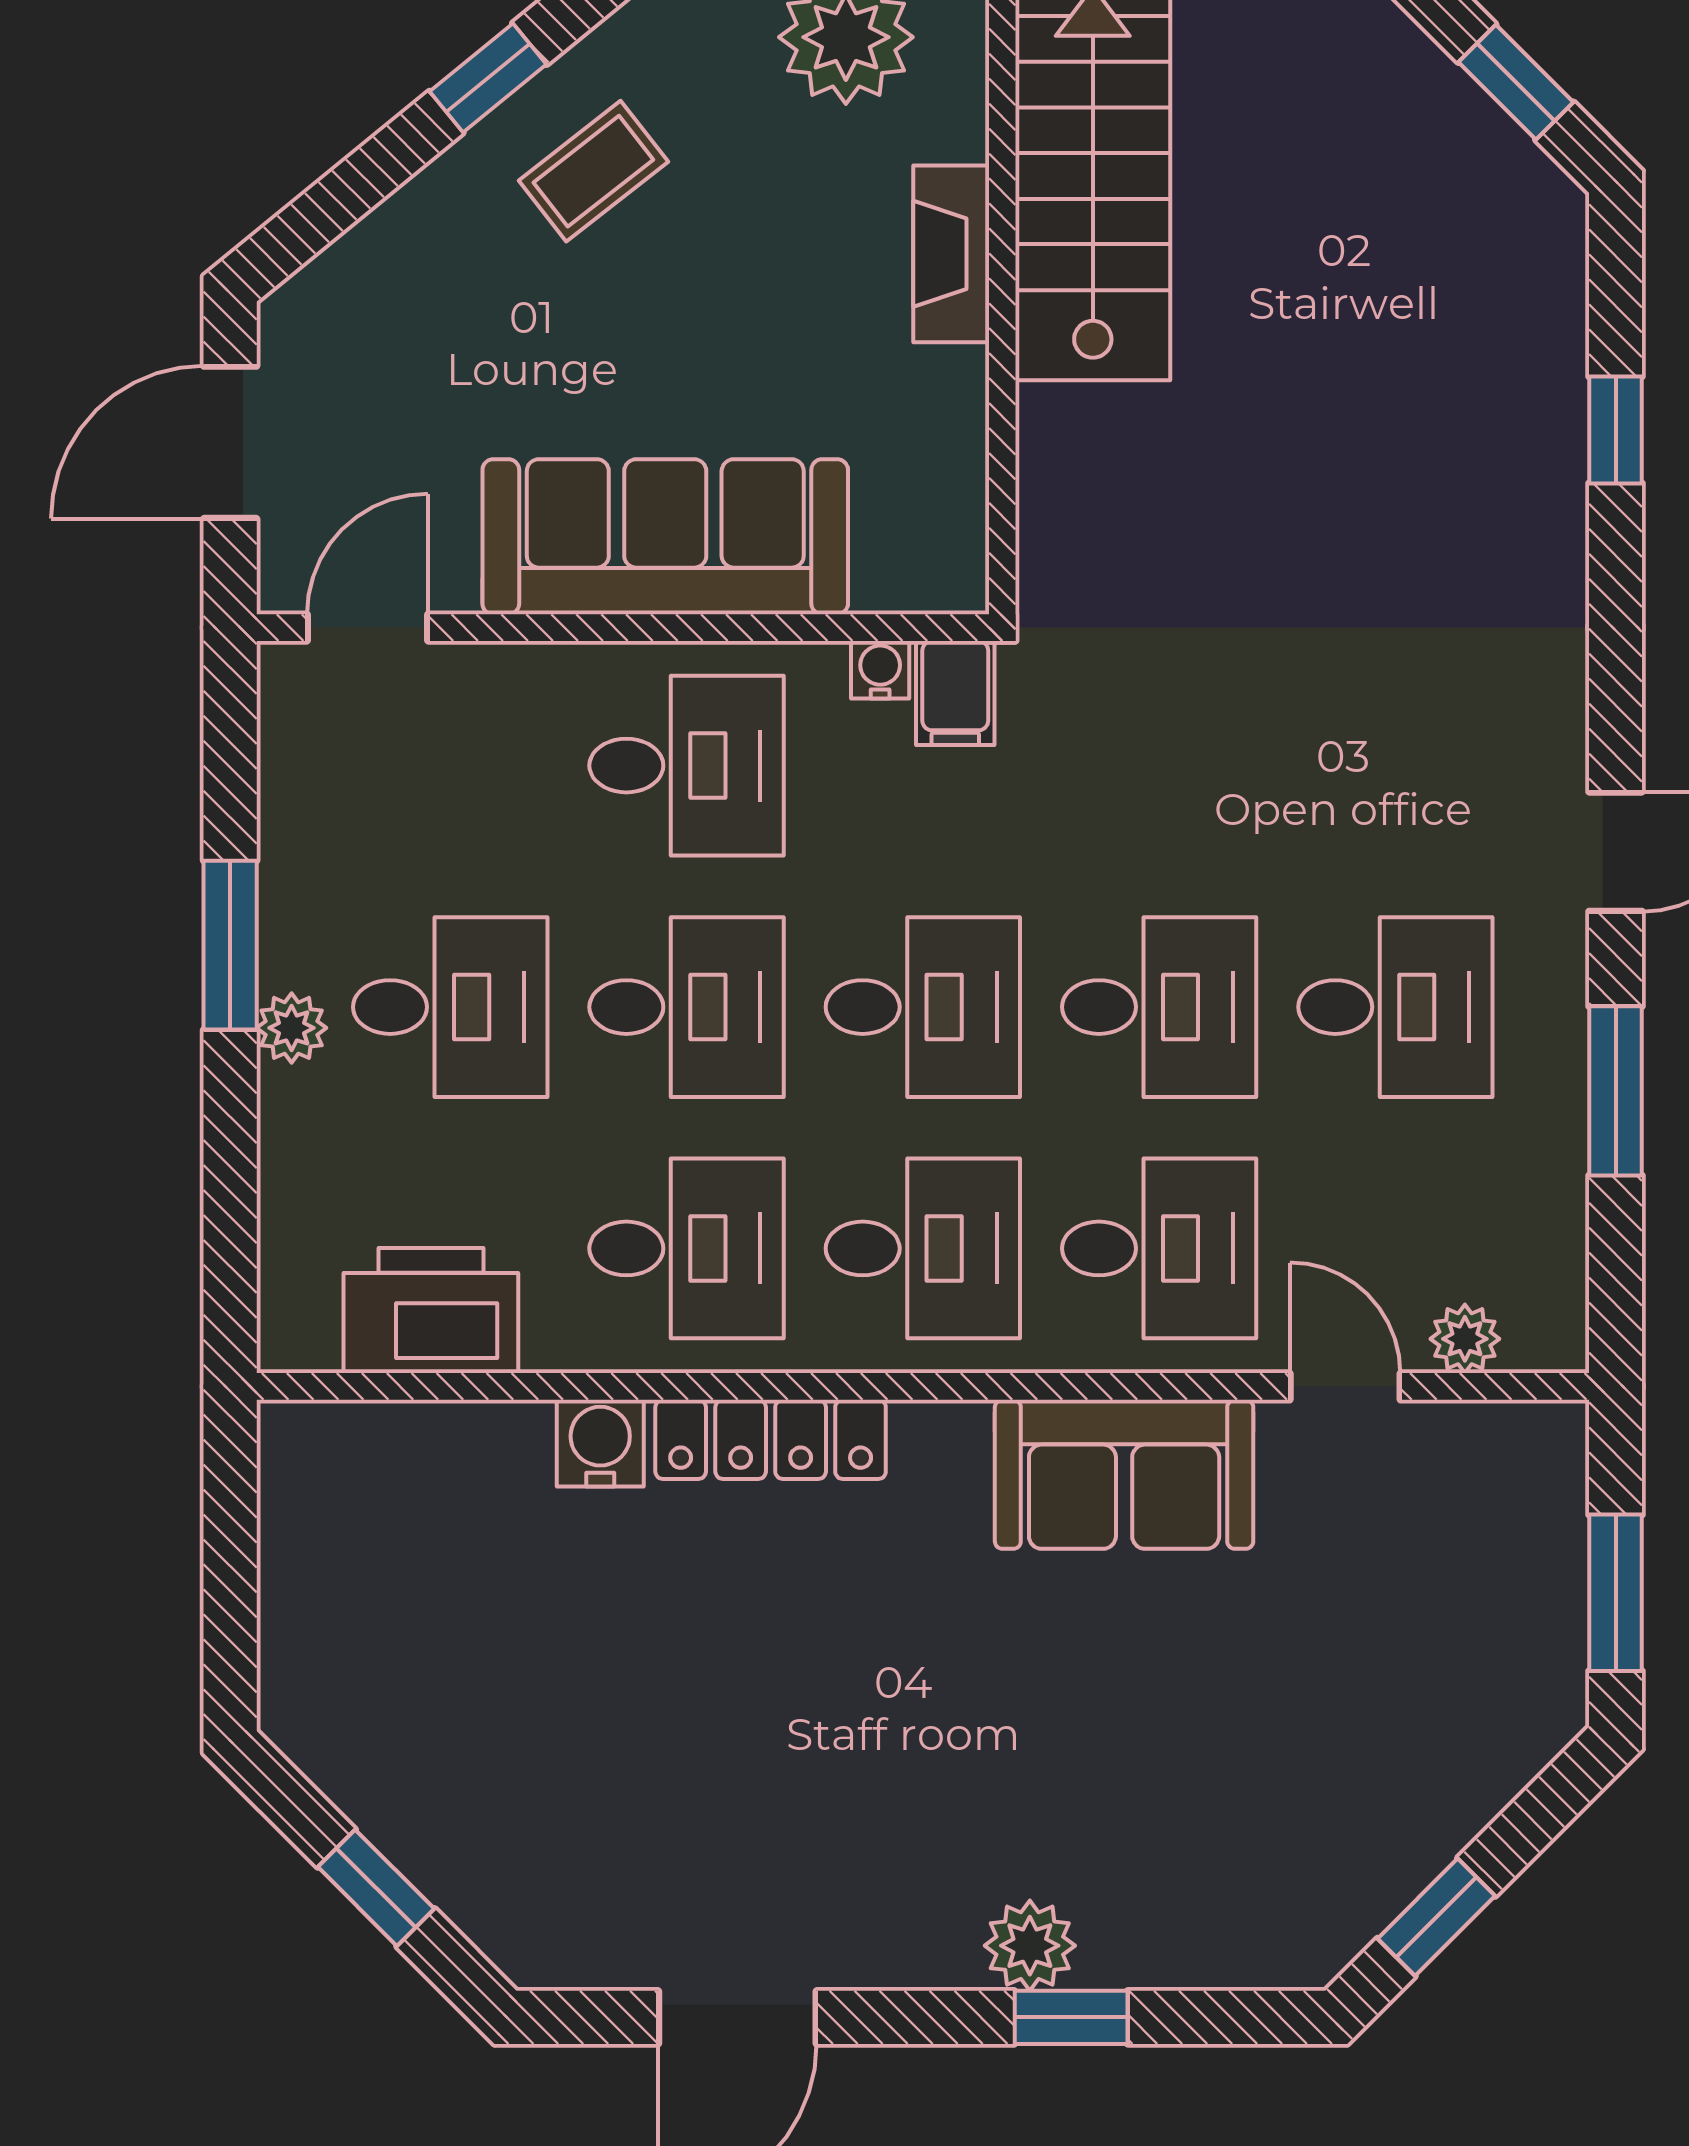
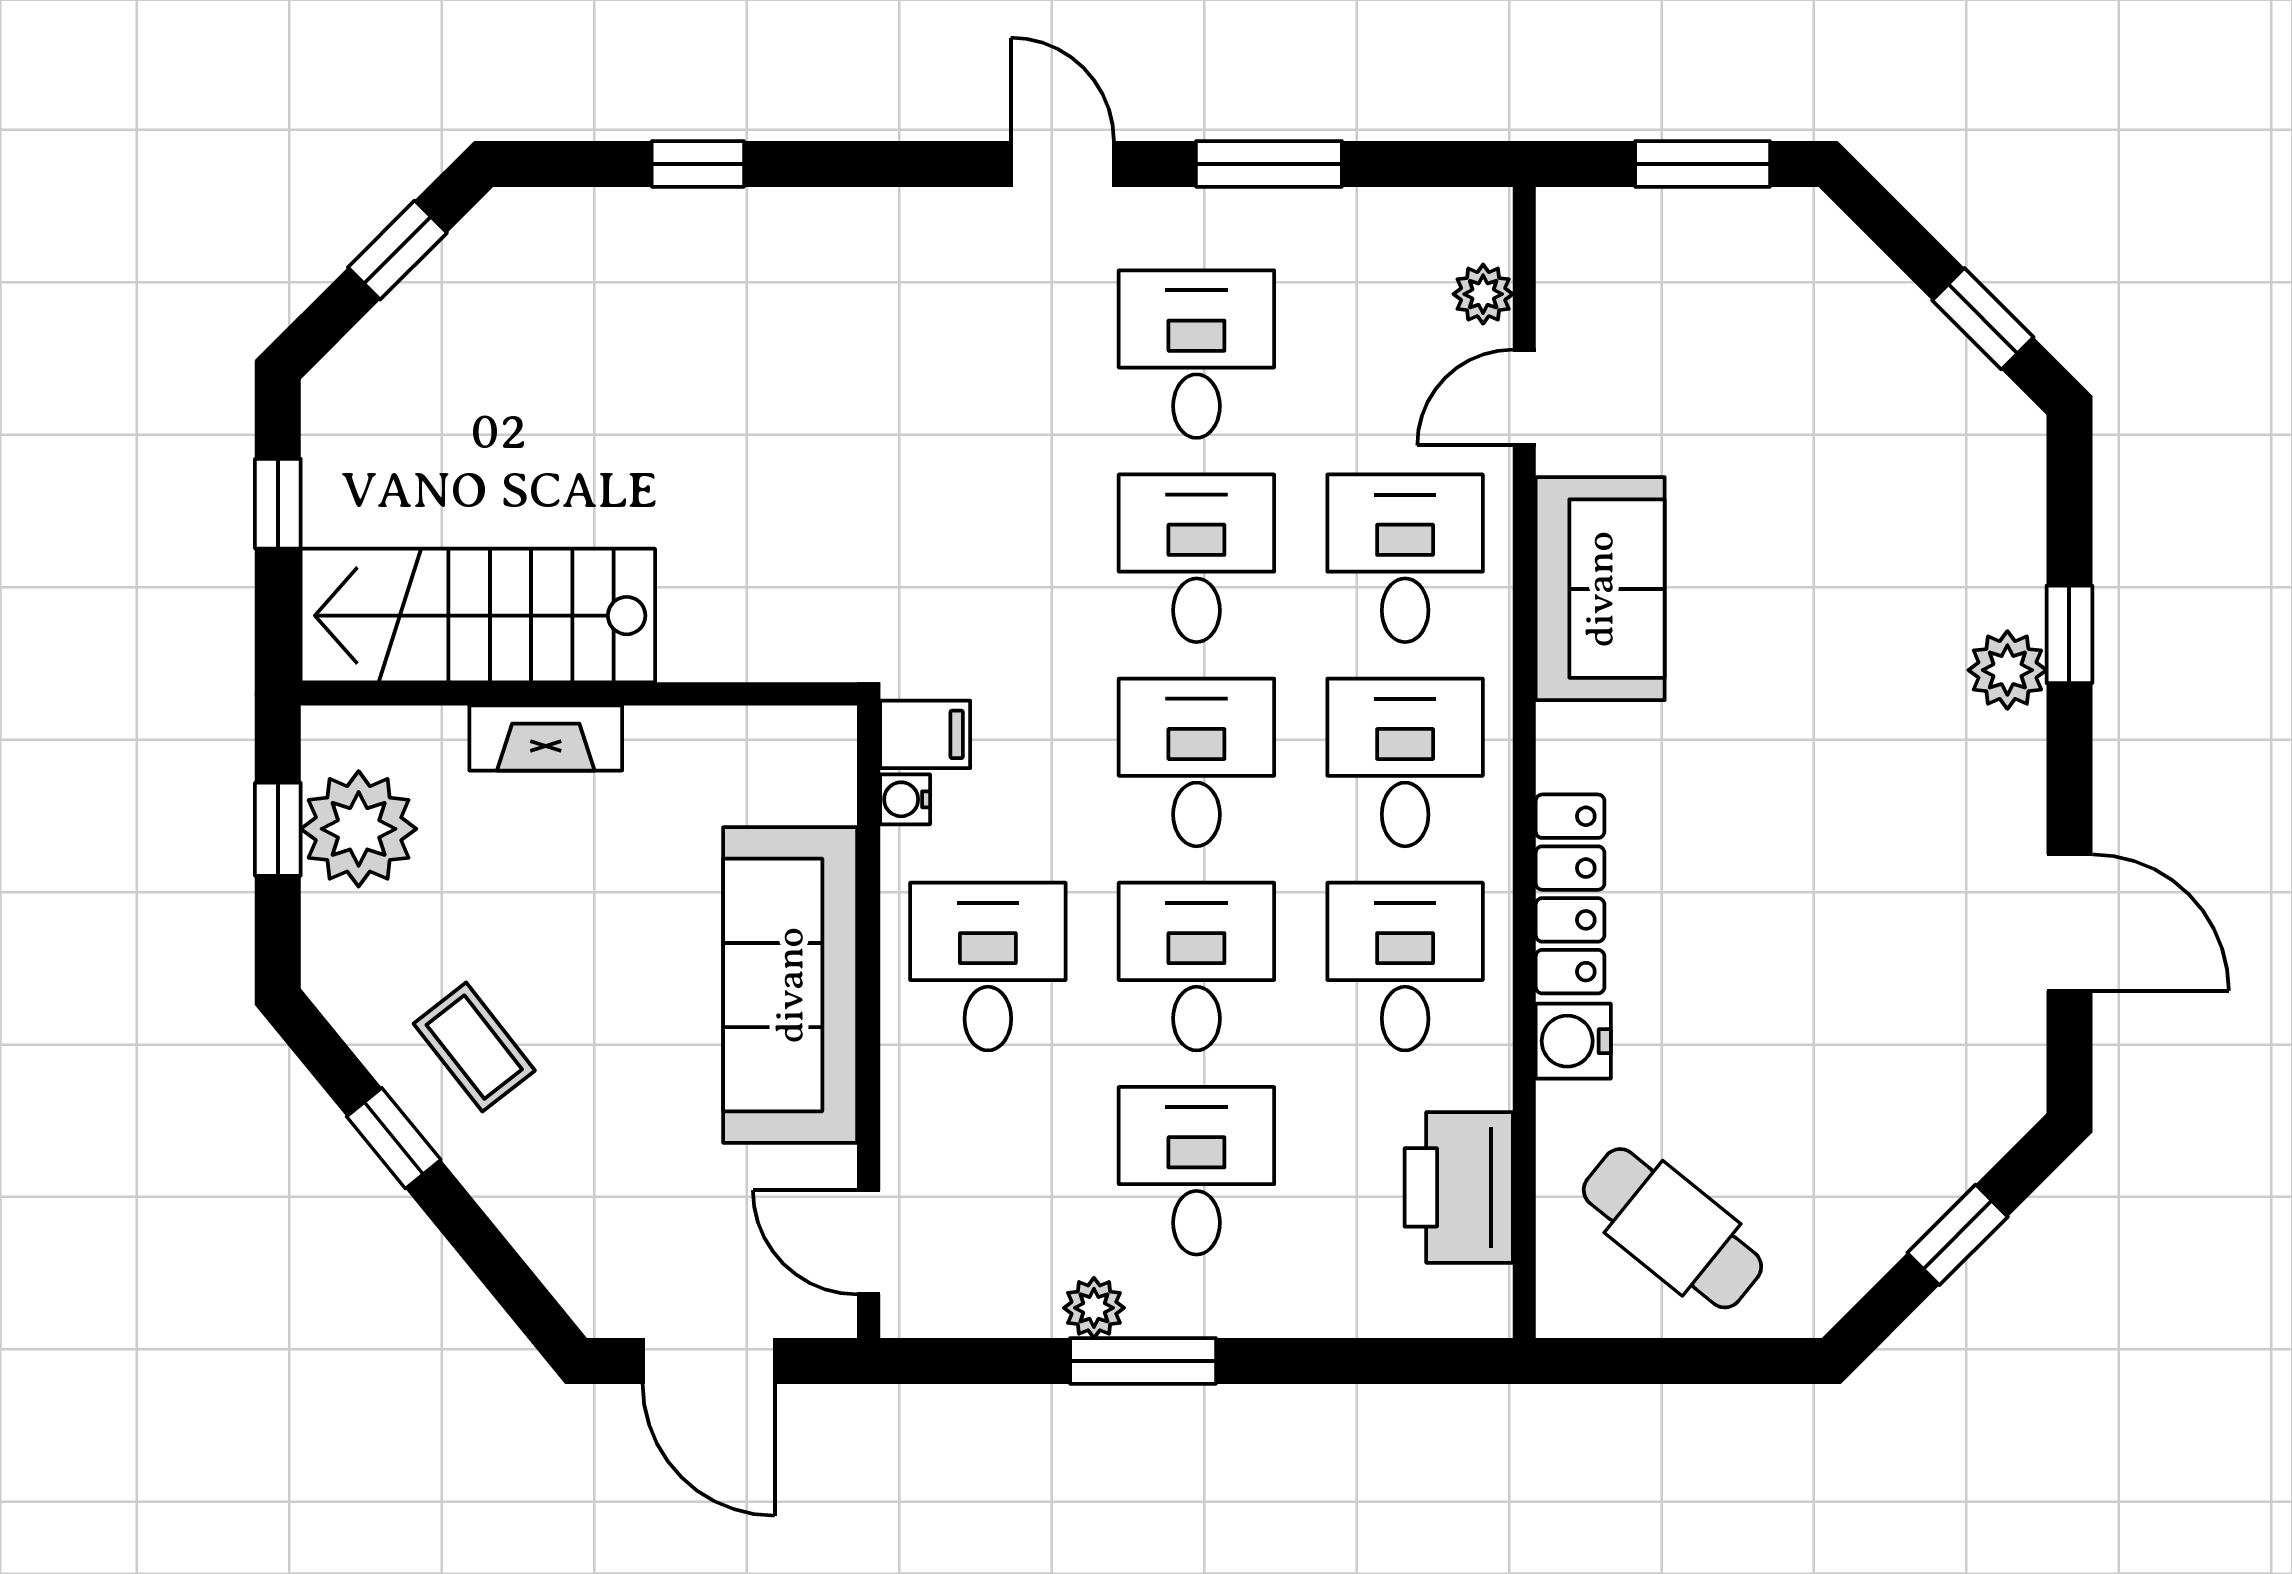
plant: (292, 1028) -> (1094, 1308), moved
cafe table: (384, 1558) -> (1672, 1228), added

